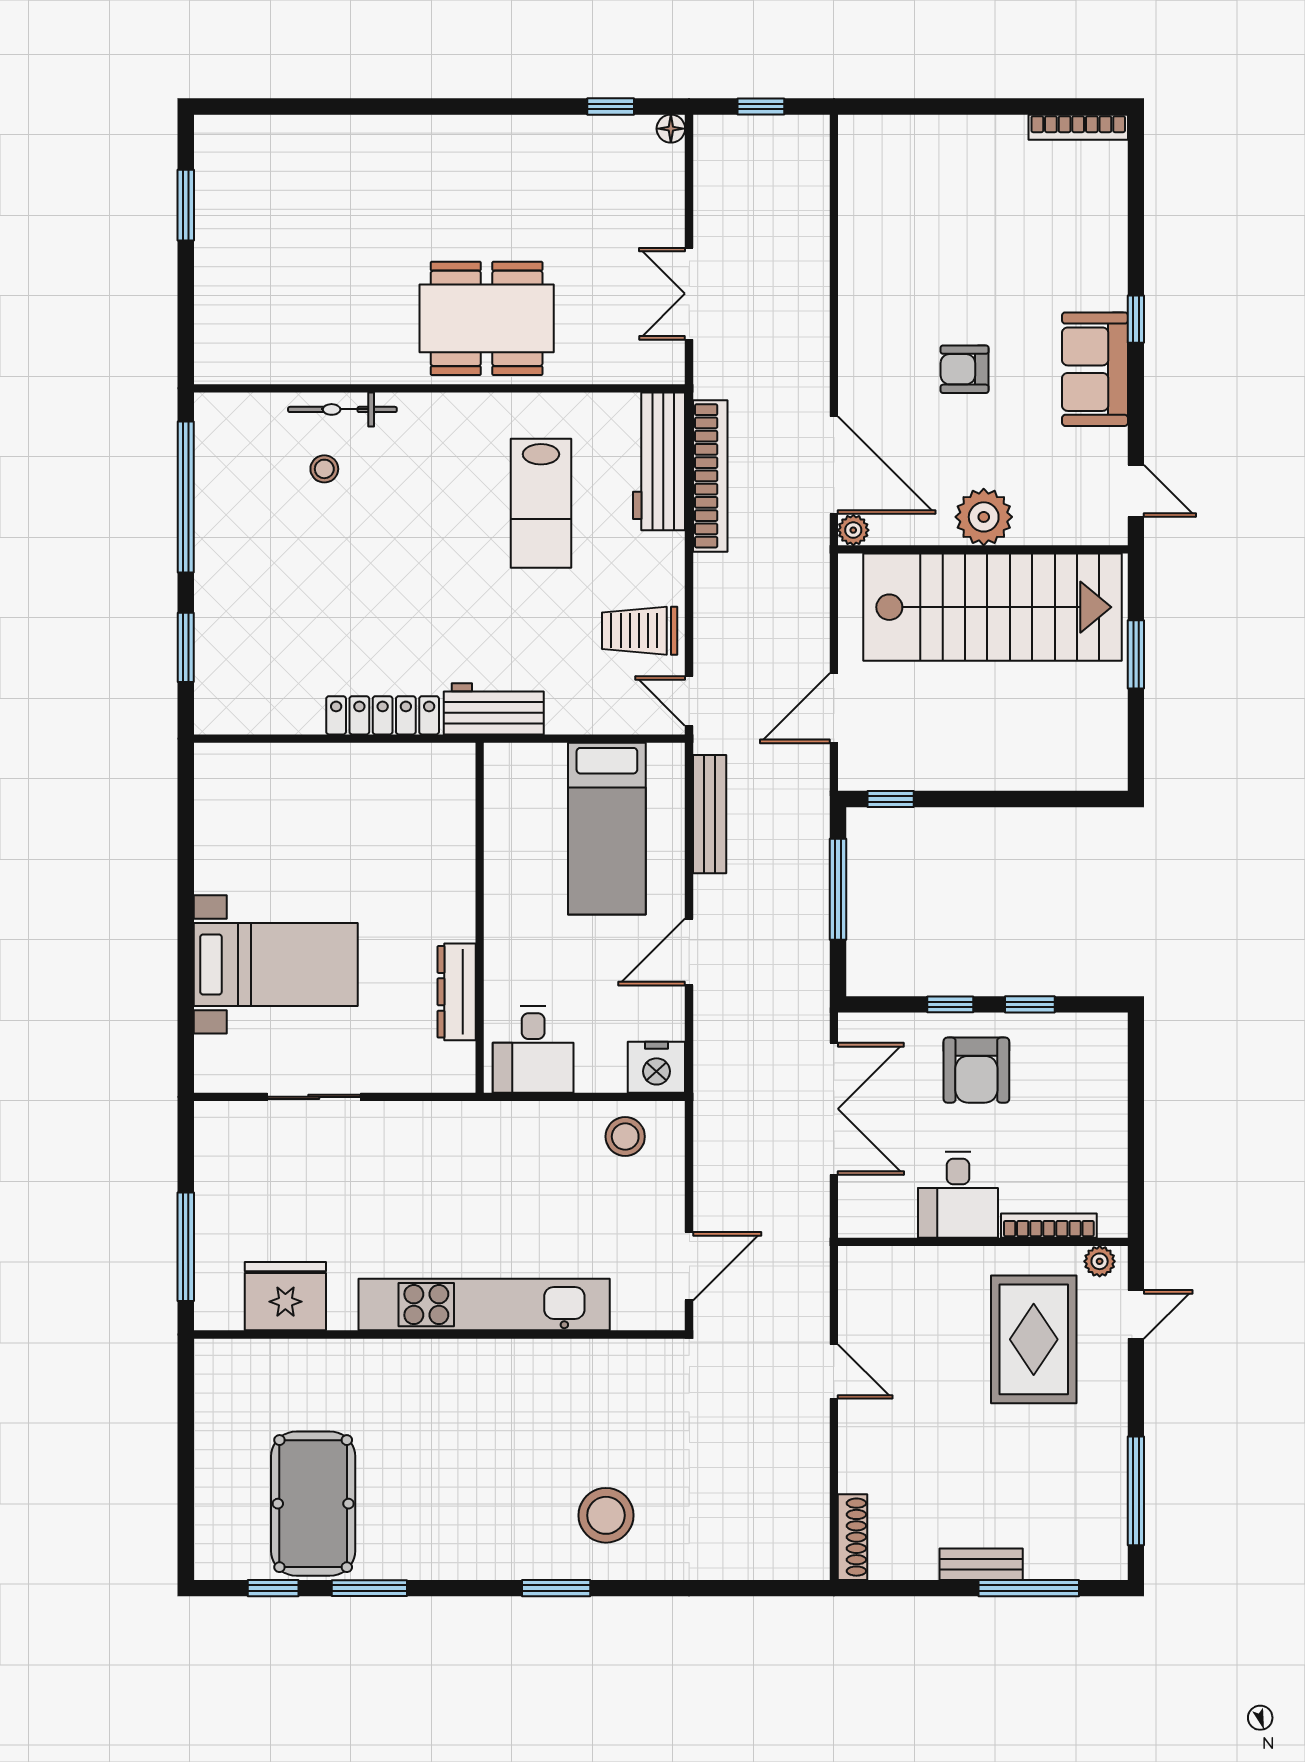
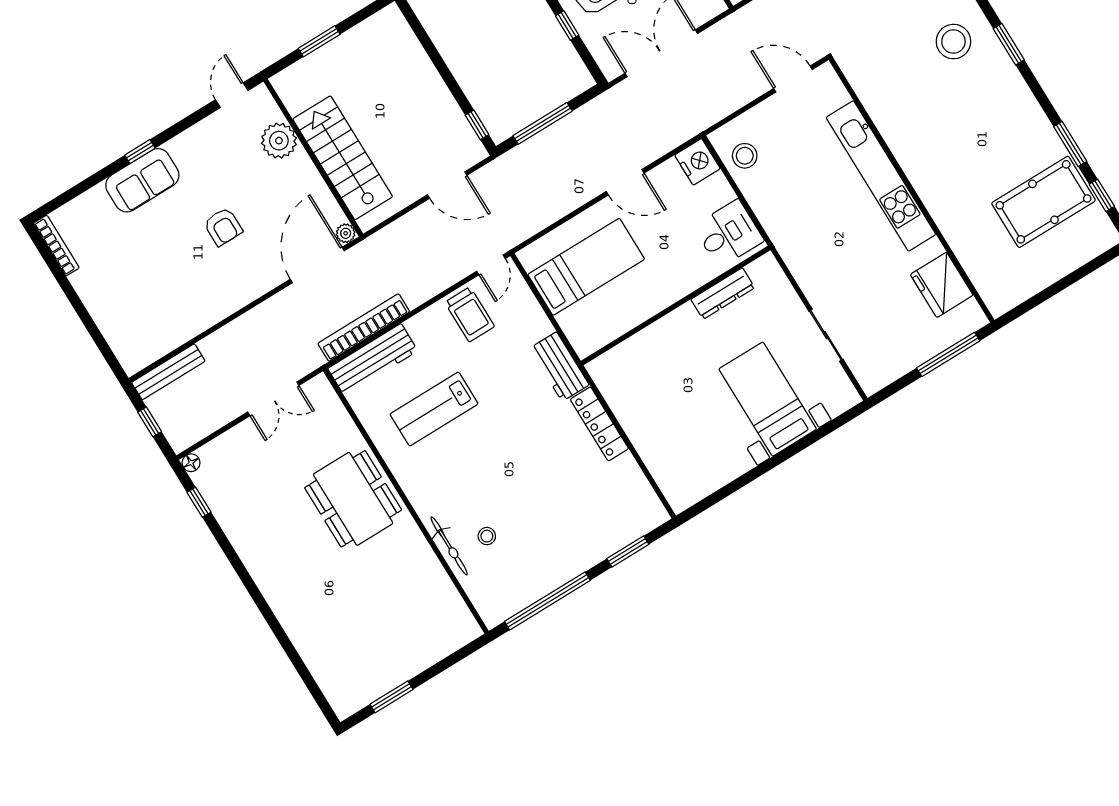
sofa: (1095, 369) -> (142, 180), moved
lab bench: (541, 503) -> (434, 409), turned 180
plant: (984, 517) -> (279, 141), moved
stairs: (993, 607) -> (343, 158), width x0.73, depth x0.66
bench: (710, 814) -> (168, 372), moved

